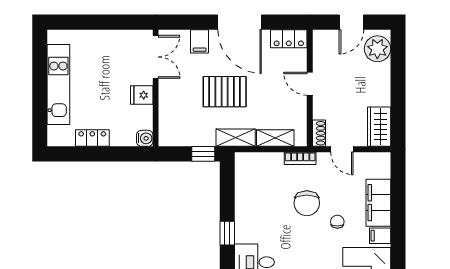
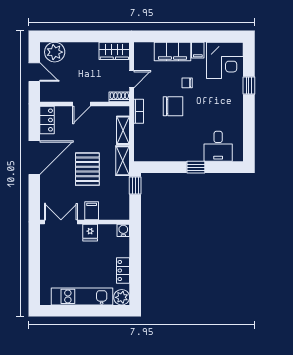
filing cabinet: (200, 41) -> (92, 211), moved, turned -90
plant: (57, 136) -> (122, 297), added

